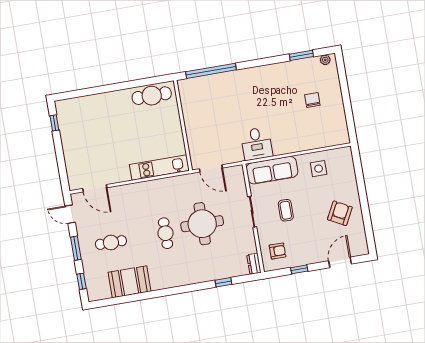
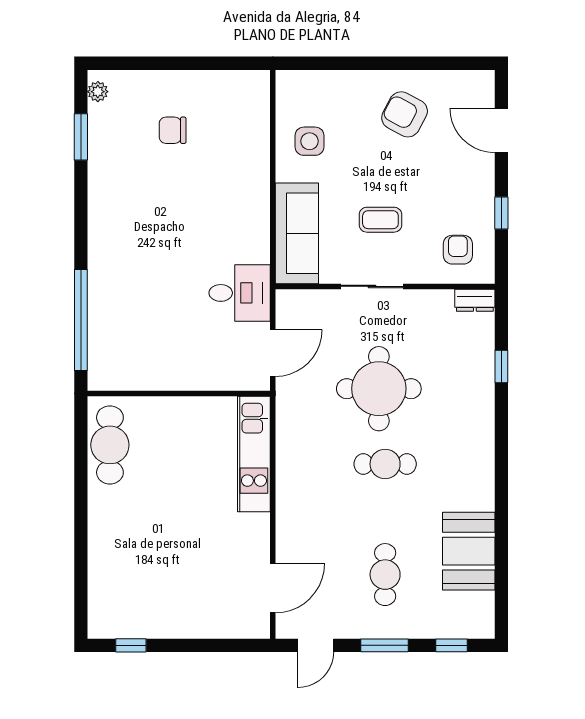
desk: (256, 144) -> (240, 293), moved

